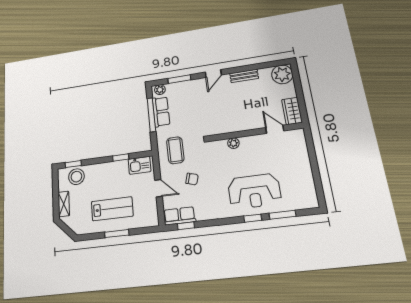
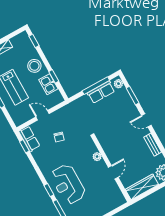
wardrobe: (292, 111) -> (142, 187), width x1.50
door: (275, 129) -> (113, 172), moved
coffee table: (175, 150) -> (75, 116), removed
kitchen sink: (139, 165) -> (48, 84), moved
stool: (76, 177) -> (34, 66), moved
door: (158, 188) -> (43, 115), swing flipped

